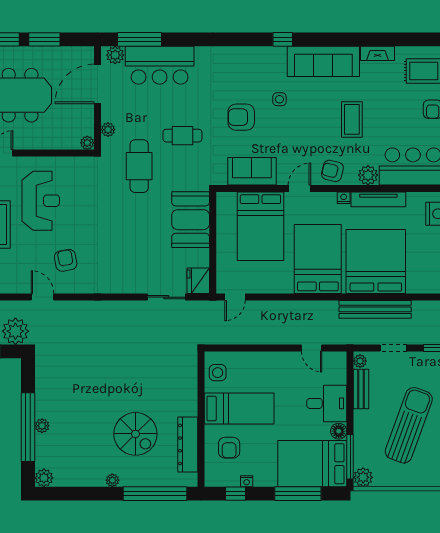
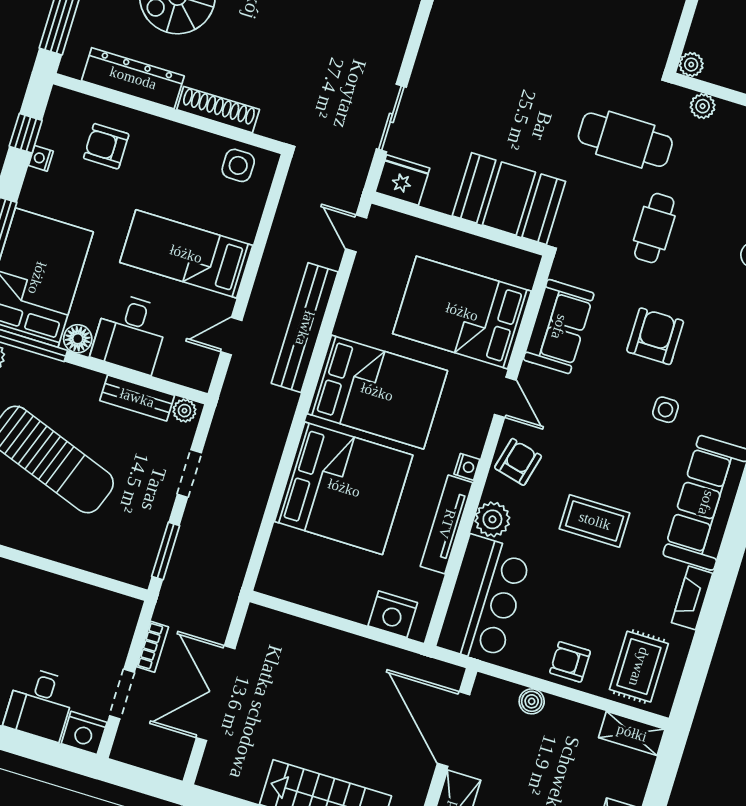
bench: (375, 309) -> (305, 328), moved
shoe rack: (191, 393) -> (218, 110), added
bed: (239, 408) -> (186, 254), moved, turned 90

